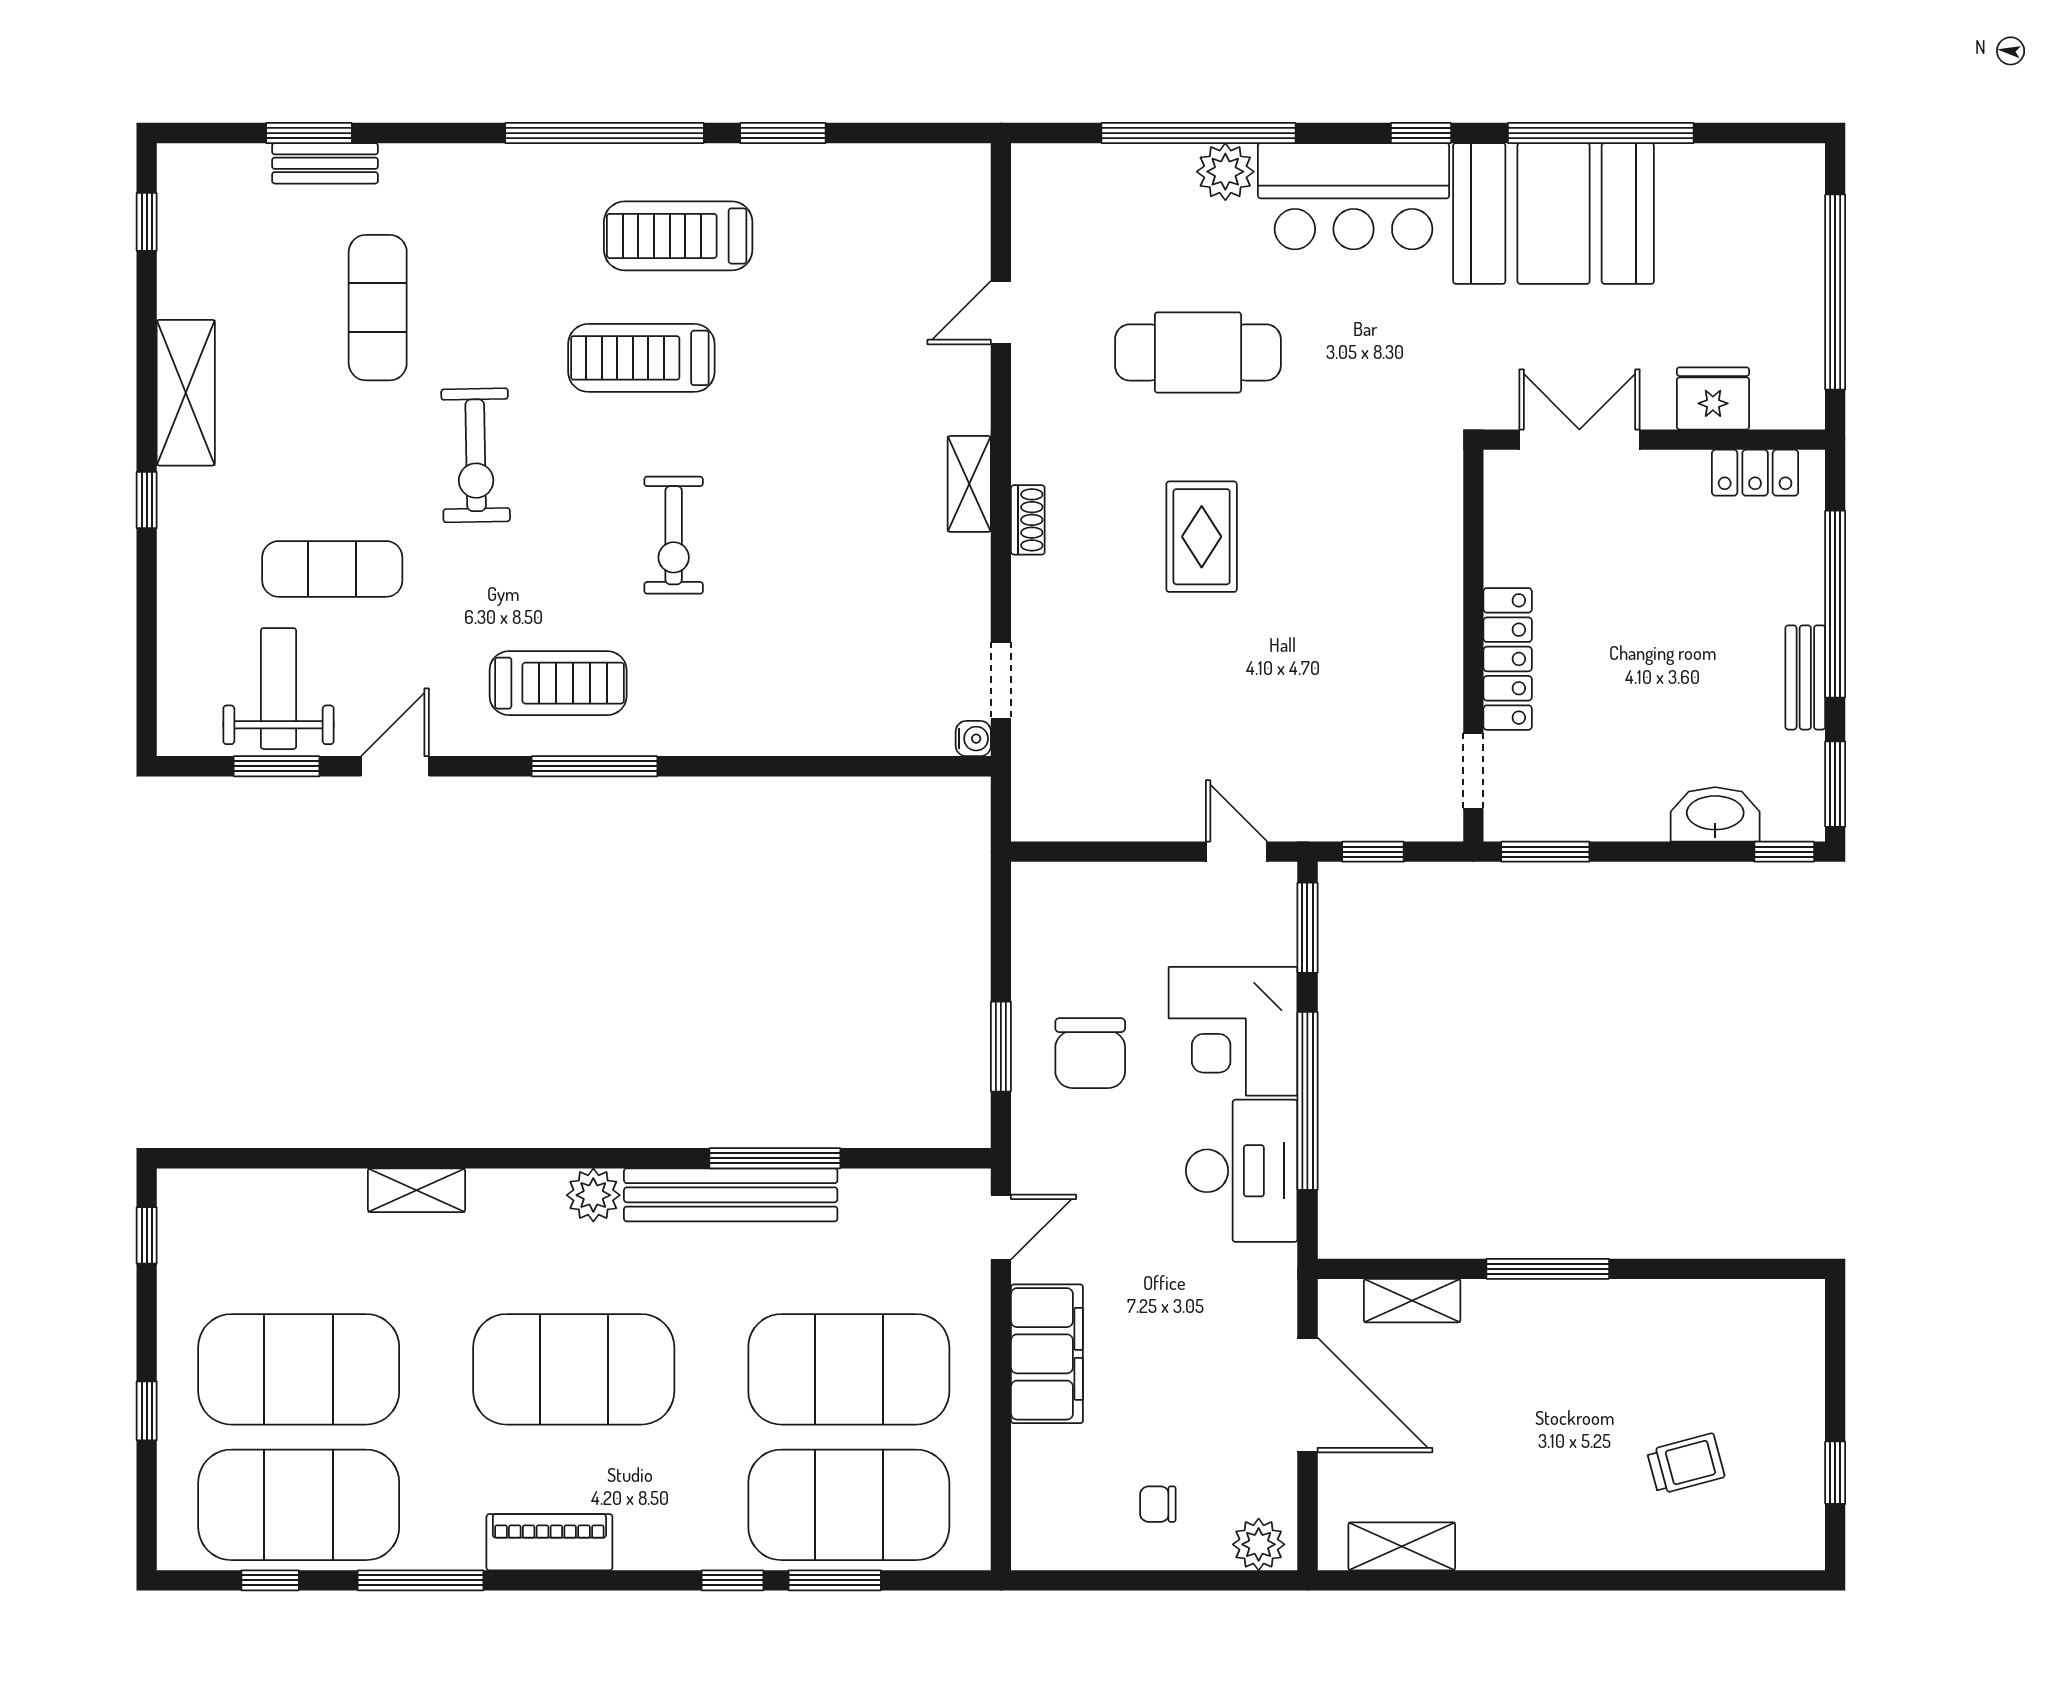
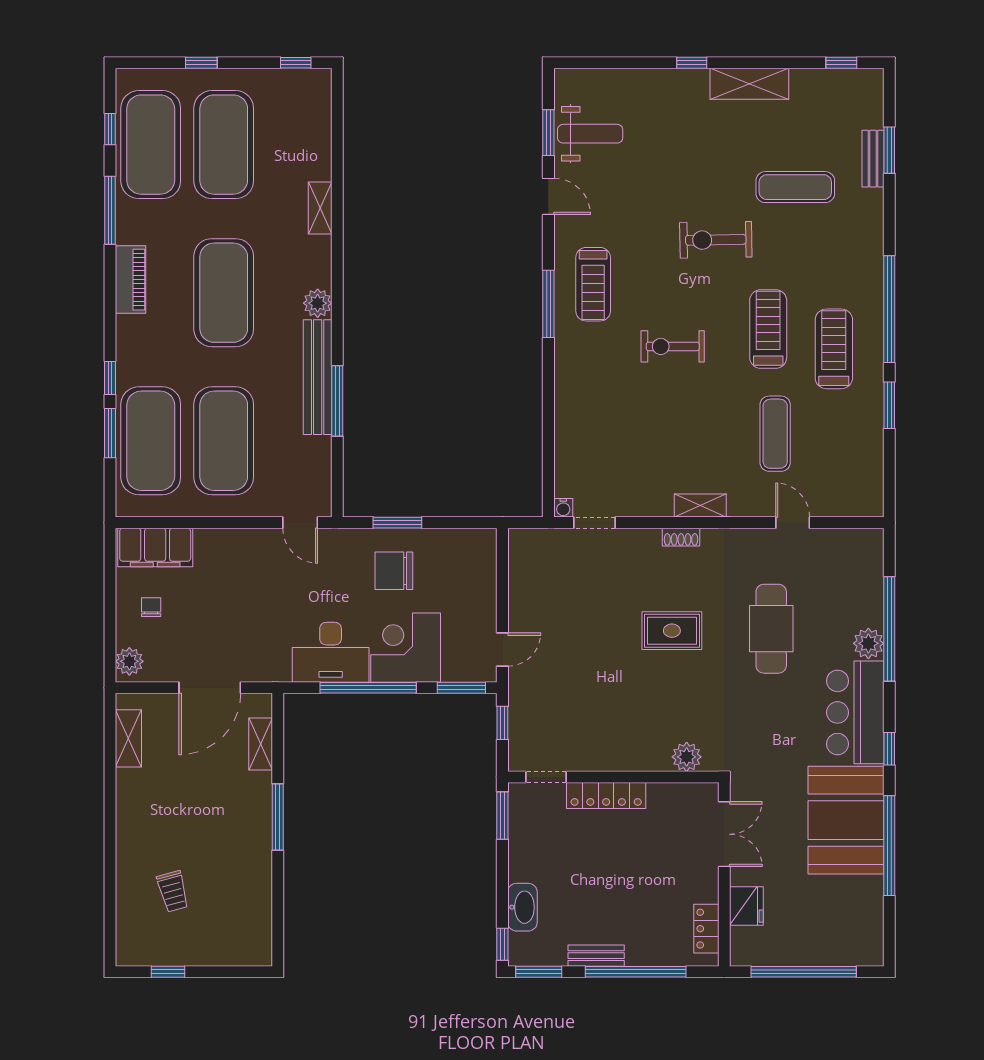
plant: (1436, 509) -> (687, 757), added
exercise mat: (332, 569) -> (775, 434), moved
filing cabinet: (1047, 1354) -> (155, 547), moved

